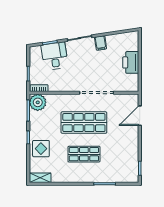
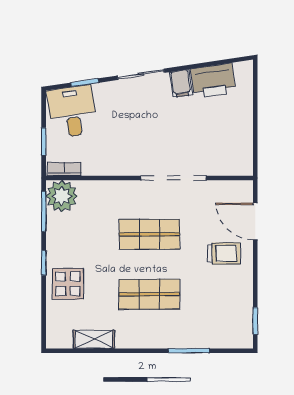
desk: (55, 56) -> (72, 111), moved
printer: (131, 62) -> (213, 81), moved, turned -99
door: (140, 116) -> (255, 221), hinge flipped
shop shelf: (84, 123) -> (149, 234), width x0.70, depth x0.74
trolley: (123, 133) -> (224, 253), added
shelving: (40, 178) -> (94, 339), moved

